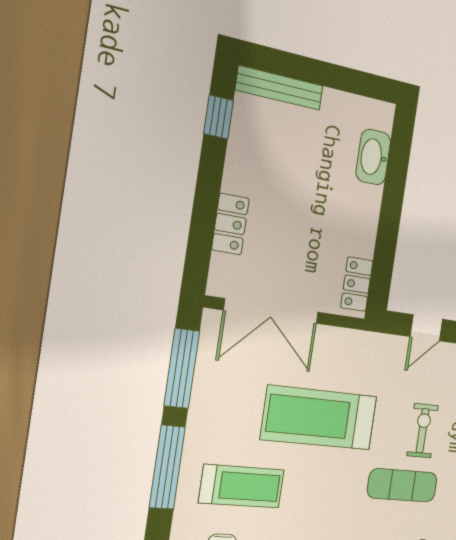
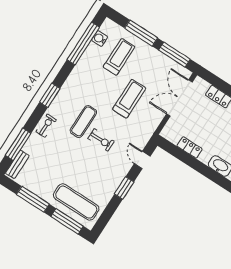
locker: (357, 284) -> (189, 147), moved
treadmill: (319, 418) -> (129, 99), width x0.73, depth x0.73
treadmill: (242, 486) -> (119, 57), turned 180

